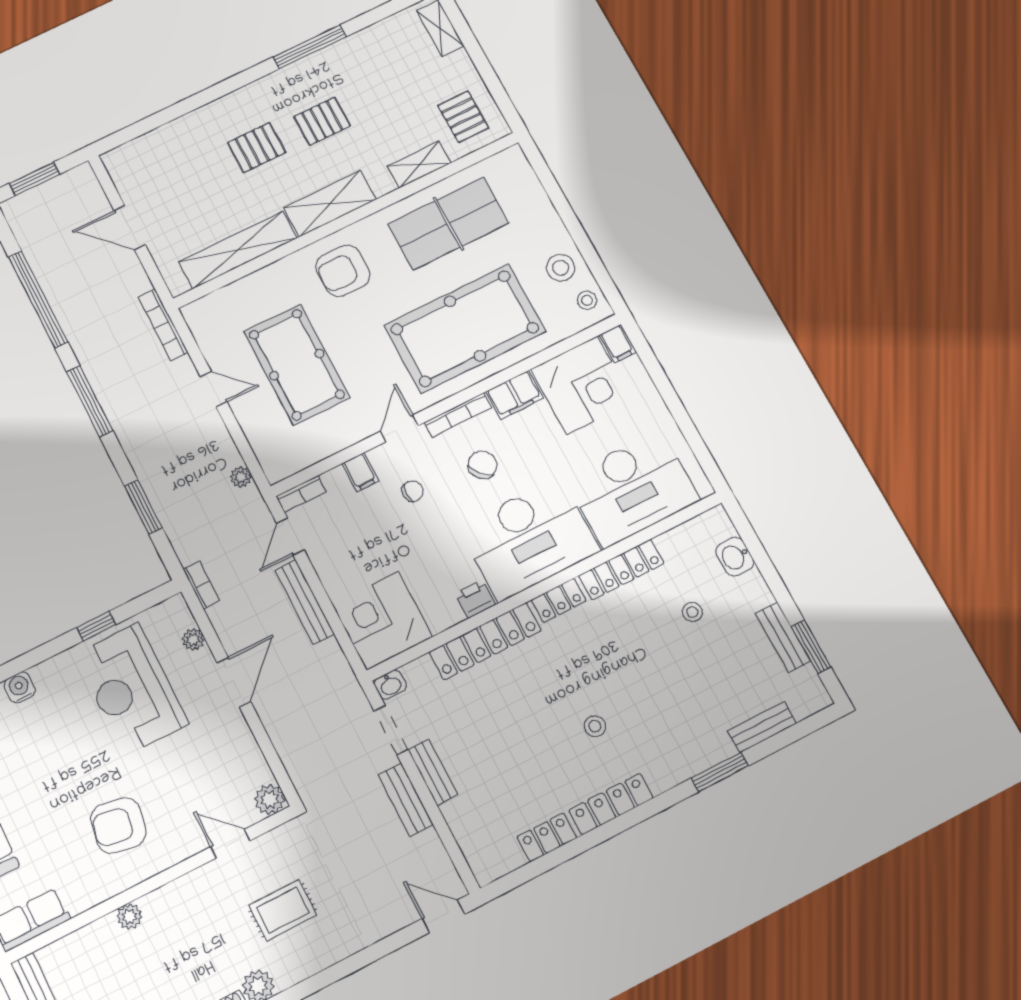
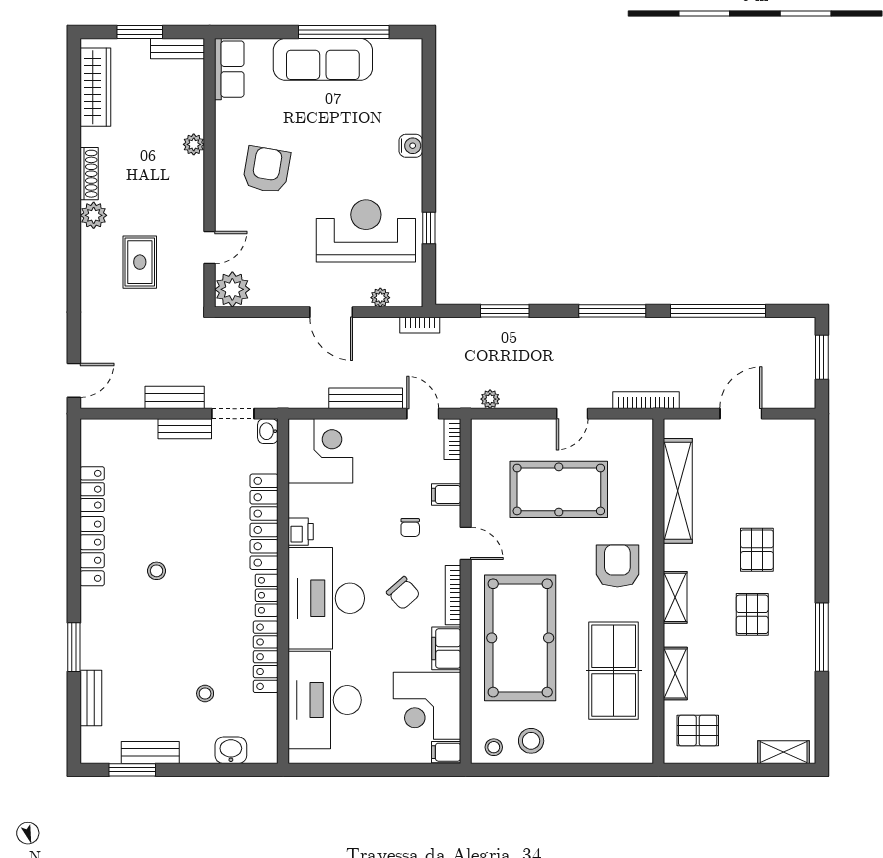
shelving: (330, 204) -> (675, 597), width x0.67, depth x0.75
plant: (270, 799) -> (232, 289), width x1.36, depth x1.36

